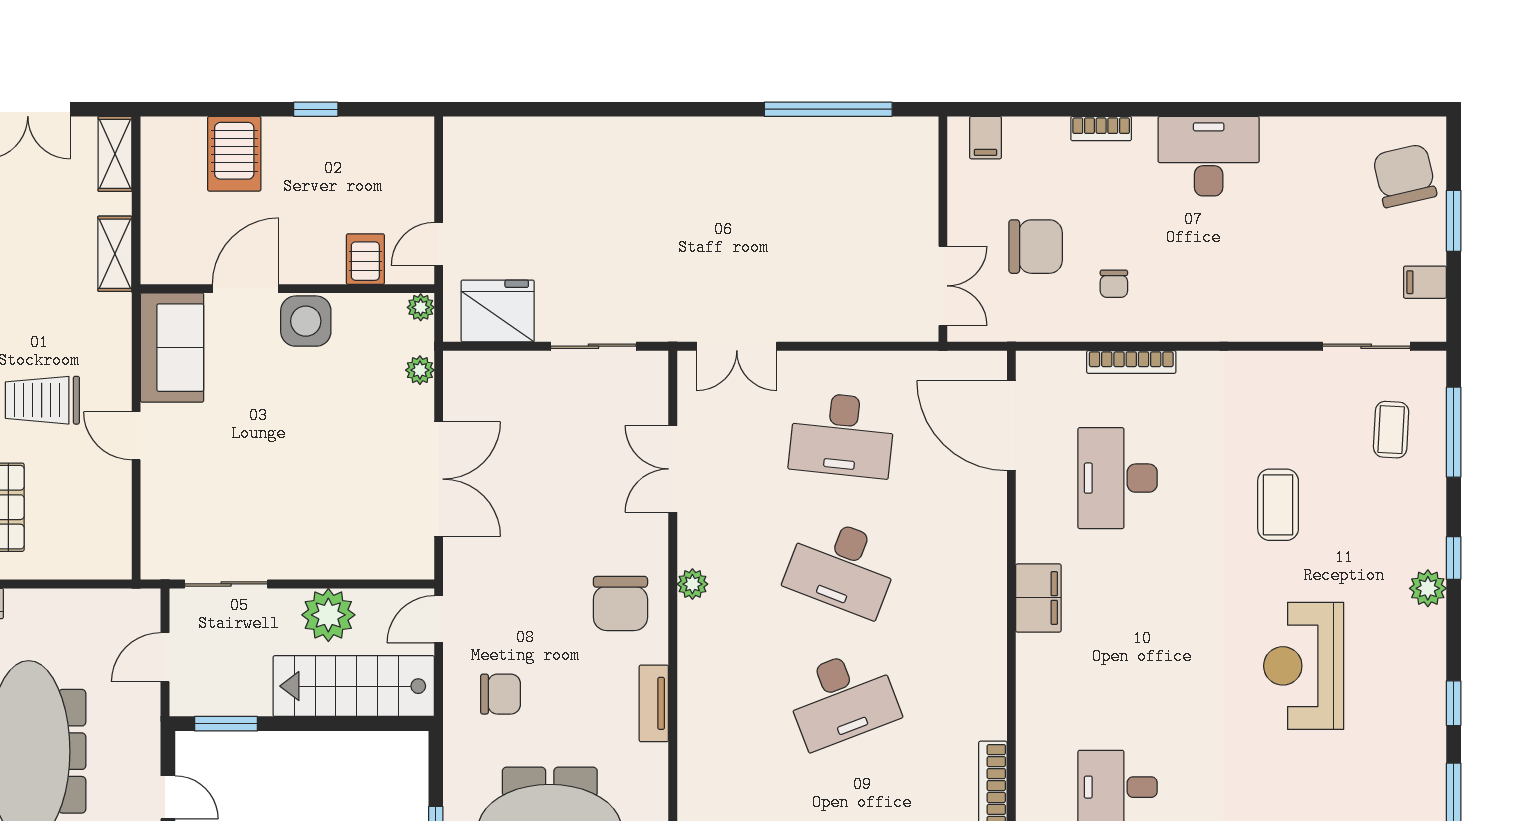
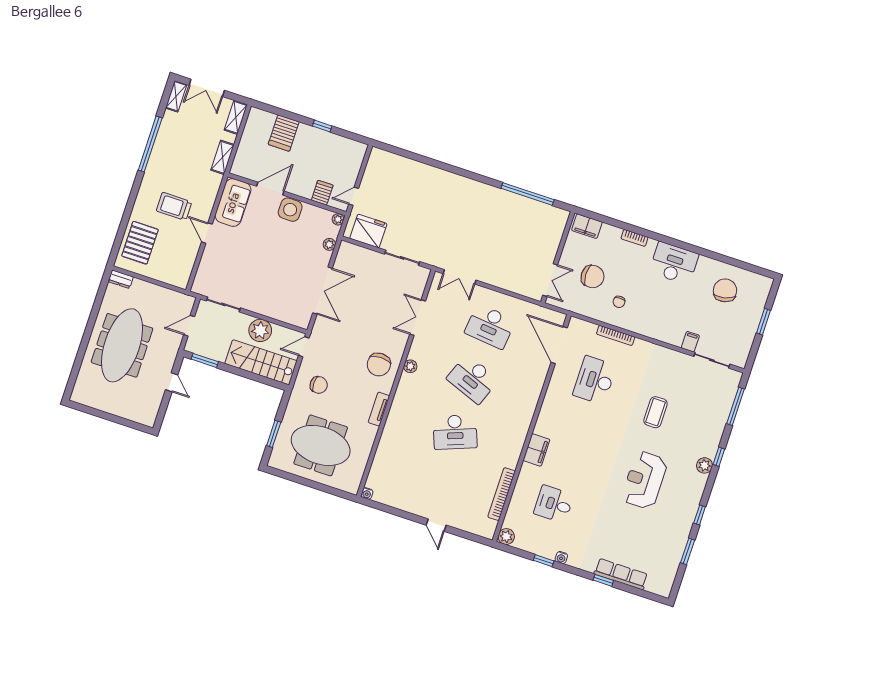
filing cabinet: (985, 138) -> (587, 226), width x2.00
chair: (1405, 176) -> (725, 290), moved
filing cabinet: (1425, 282) -> (690, 342), moved, turned 90
coffee table: (1391, 430) -> (711, 397), removed
filing cabinet: (1038, 598) -> (536, 450), moved

